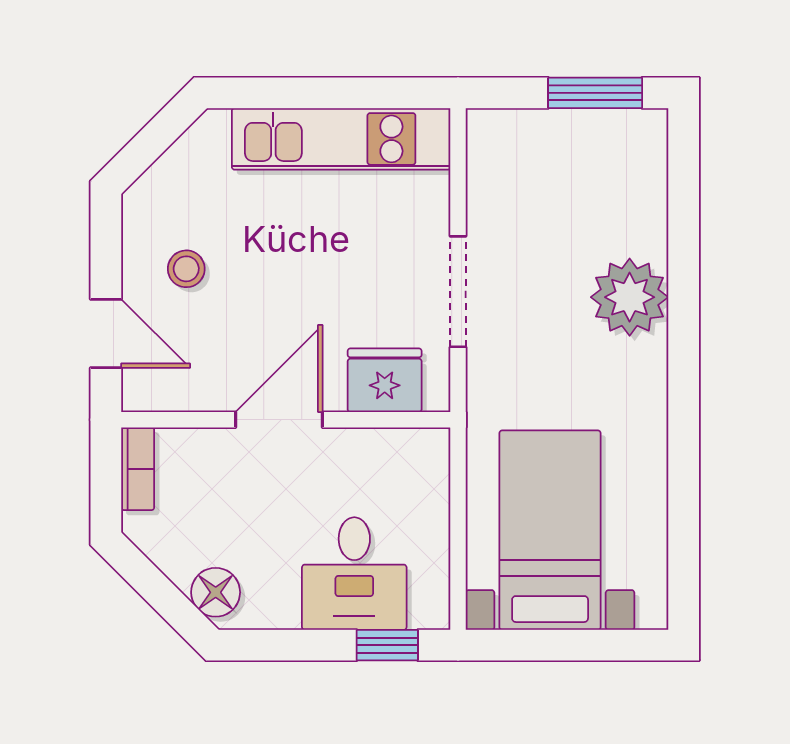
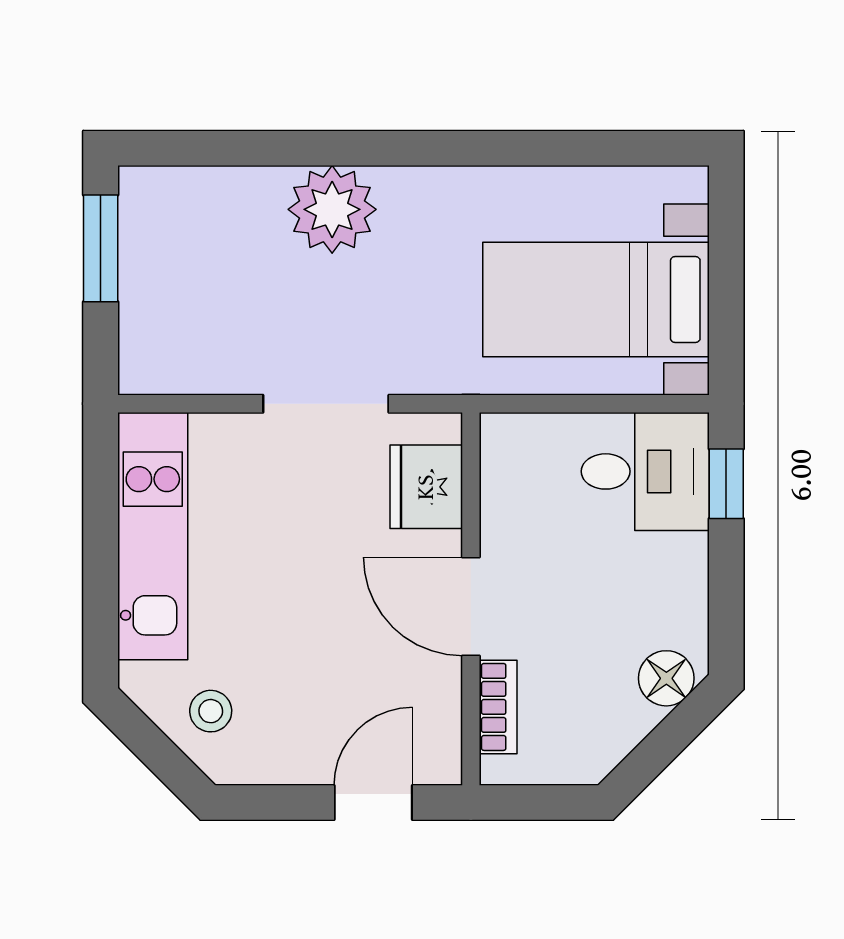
stool: (186, 269) -> (211, 711), moved
bookcase: (138, 469) -> (498, 707), moved, turned 90
desk: (354, 574) -> (645, 471), moved

